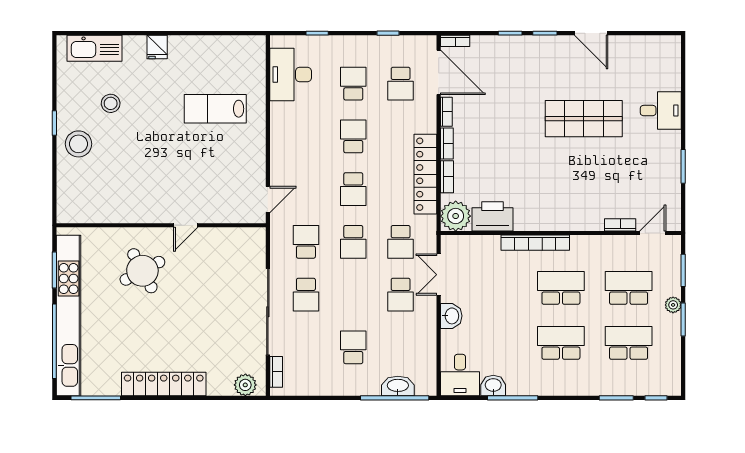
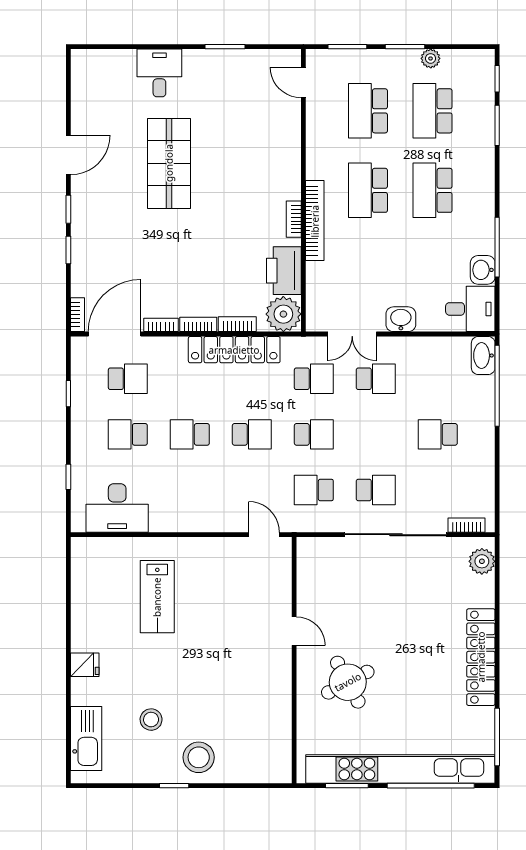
bookcase: (620, 225) -> (294, 219), moved
plant: (673, 305) -> (431, 58), moved
washbasin: (398, 386) -> (483, 355), moved

